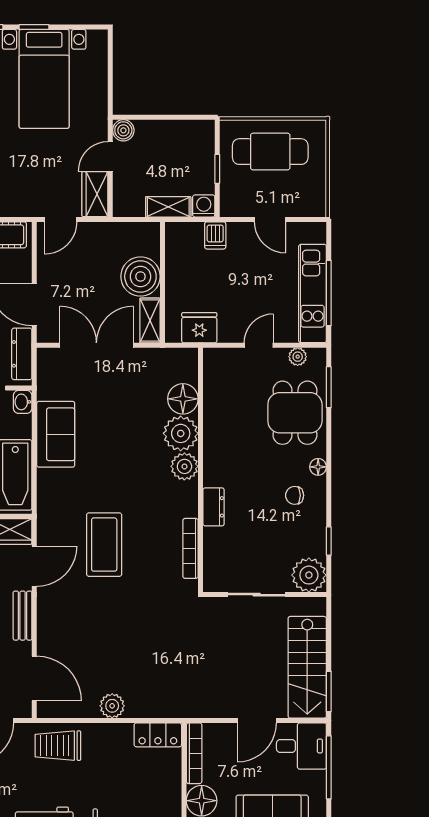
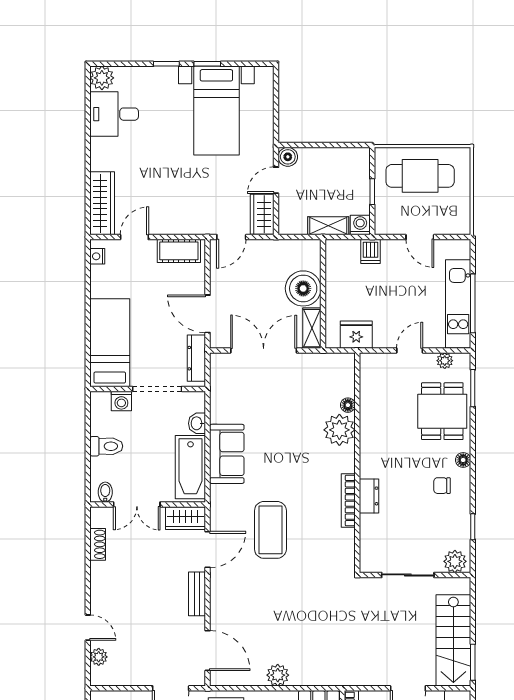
floor lamp: (183, 399) -> (348, 405), width x0.53, depth x0.53
washbasin: (23, 402) -> (197, 423), moved
sofa: (56, 434) -> (227, 454), moved
plant: (184, 466) -> (343, 460), removed
bookcase: (190, 548) -> (348, 501), moved
plant: (309, 575) -> (455, 561), width x0.73, depth x0.73

